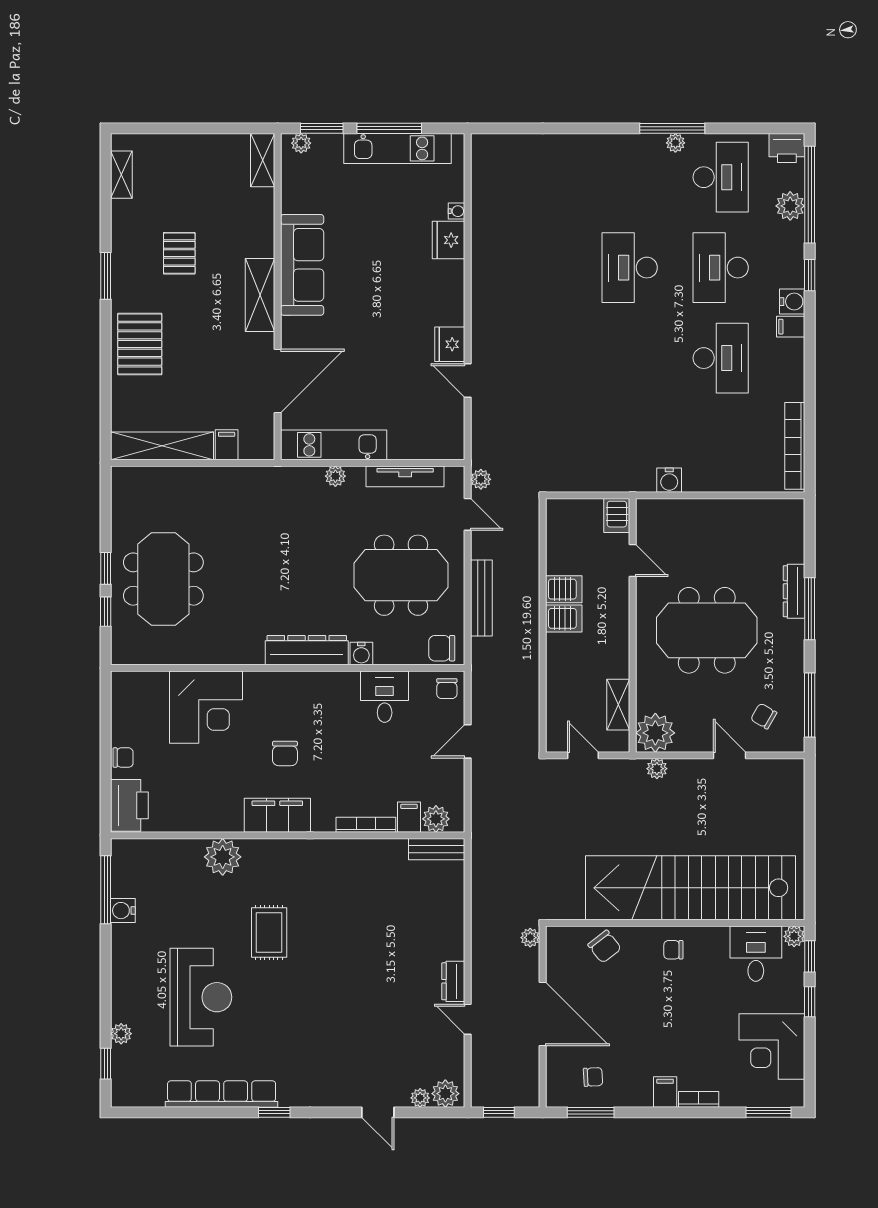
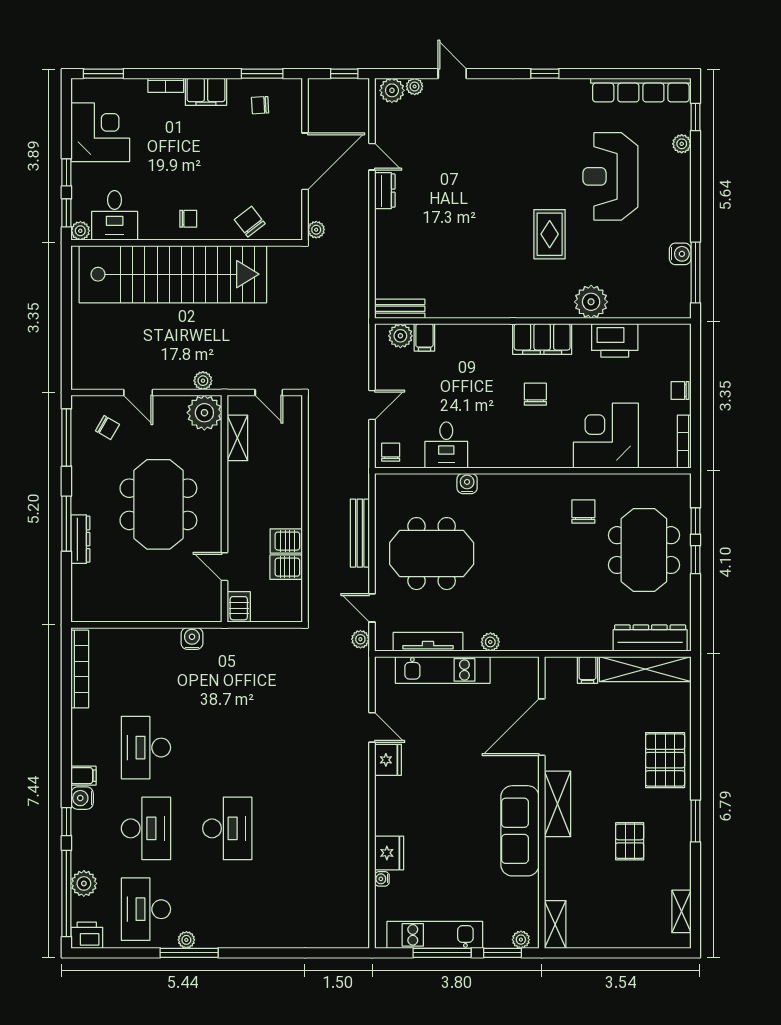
kitchen unit: (334, 445) -> (443, 670), moved
server rack: (564, 618) -> (286, 567), moved
meeting table: (707, 630) -> (158, 504), turned 90
chair: (442, 648) -> (583, 512), moved, turned -90
dresser: (307, 650) -> (650, 638), moved, turned 180
printer: (129, 805) -> (615, 340), moved, turned -90
bookcase: (366, 825) -> (684, 442), moved, turned 90
door: (543, 1014) -> (305, 161), swing flipped
filing cabinet: (665, 1092) -> (206, 92), width x2.00
row of seats: (222, 1094) -> (641, 90), moved

